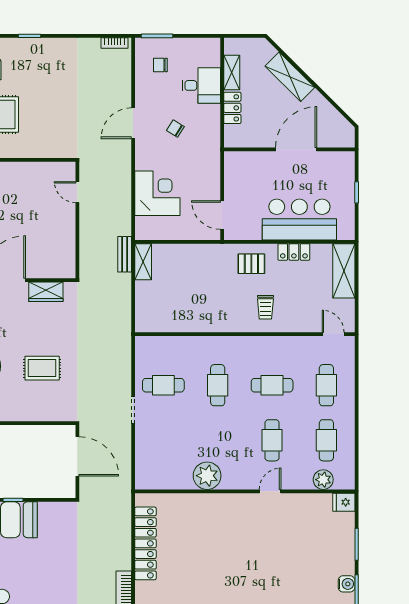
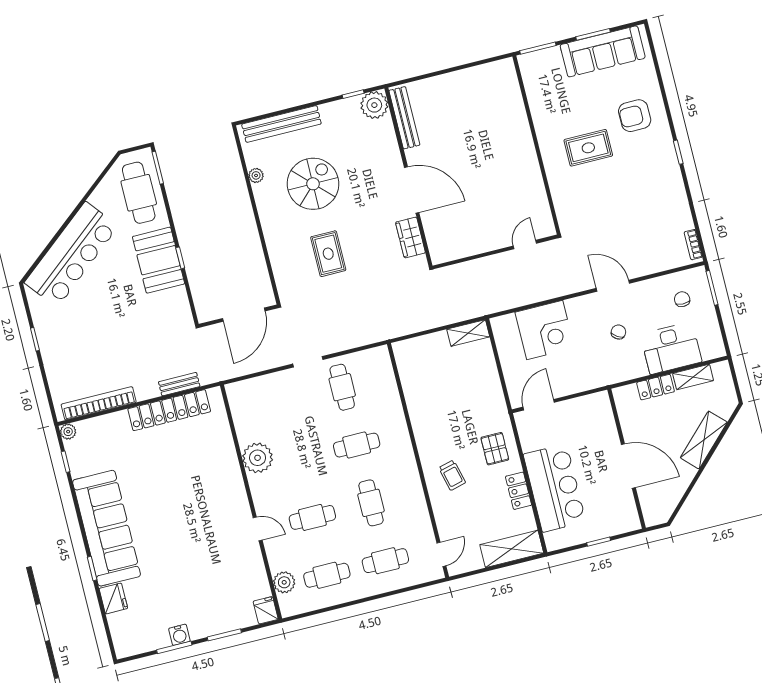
desk: (201, 85) -> (671, 348), width x1.37
bench: (125, 254) -> (179, 384), moved
trolley: (265, 307) -> (452, 475), turned -104

